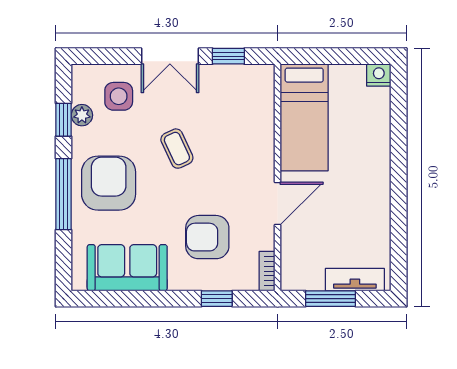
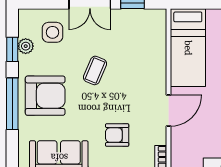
coffee table: (177, 149) -> (95, 70), turned 48
armchair: (109, 183) -> (45, 96), turned 90
armchair: (207, 237) -> (117, 135), width x0.72, depth x0.72

